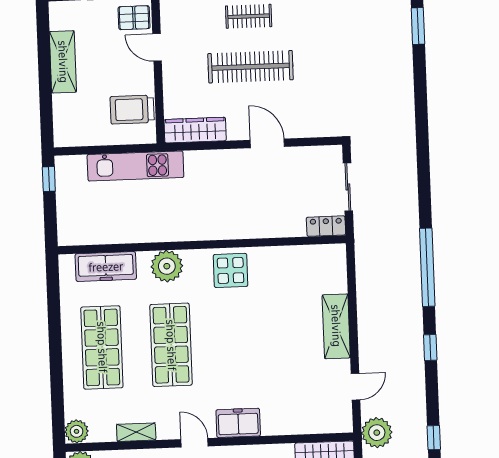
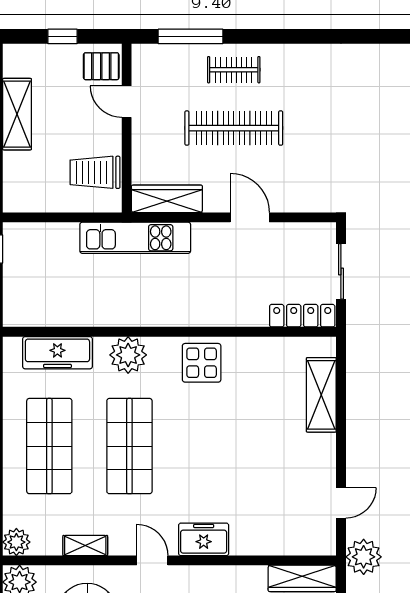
kitchen unit: (135, 166) -> (135, 238), moved
locker: (326, 226) -> (302, 316), width x1.53
shelving: (336, 326) -> (321, 395), moved

